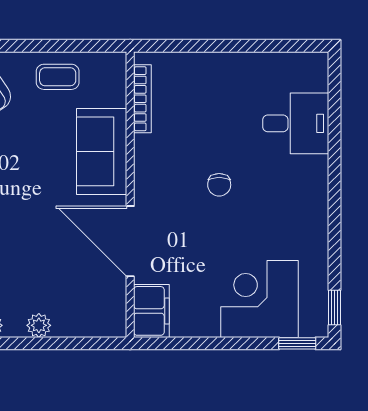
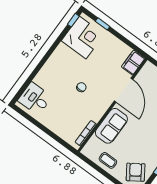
desk: (296, 123) -> (35, 99), moved
corner desk: (259, 299) -> (83, 38), moved, turned -90
window: (297, 343) -> (103, 24), moved

